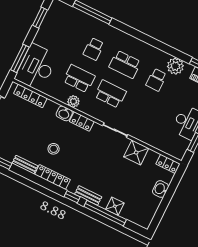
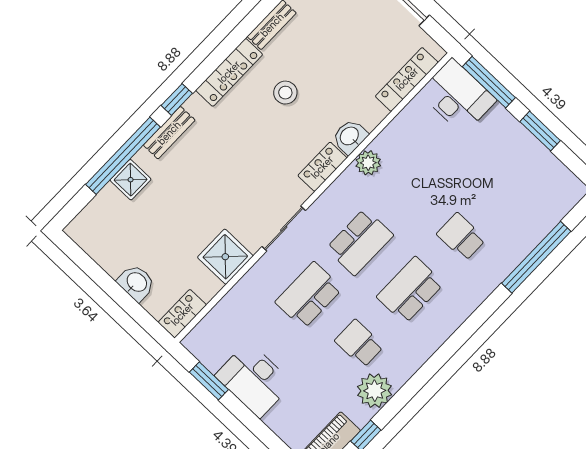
window: (40, 18) -> (540, 131), moved
desk: (36, 67) -> (458, 96), width x0.73, depth x0.77
school desk: (79, 79) -> (309, 295), moved, turned 180

